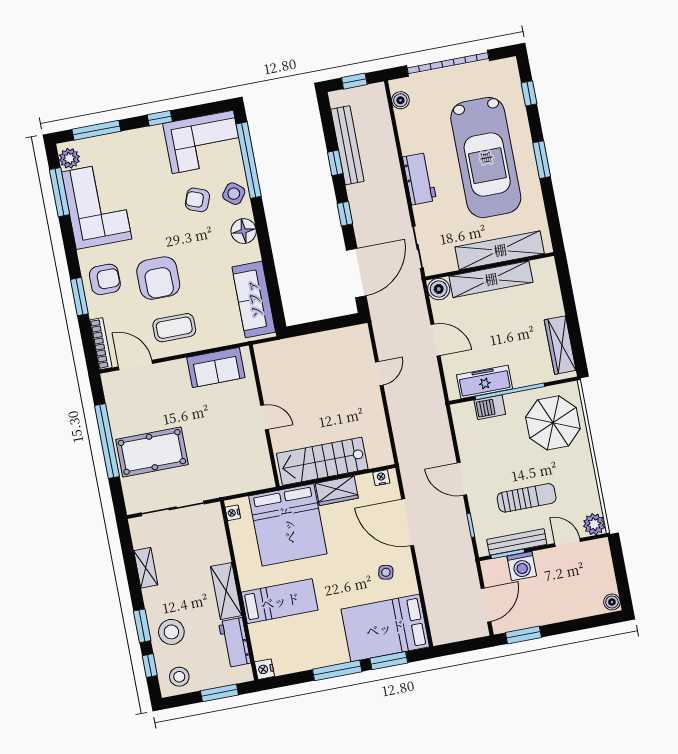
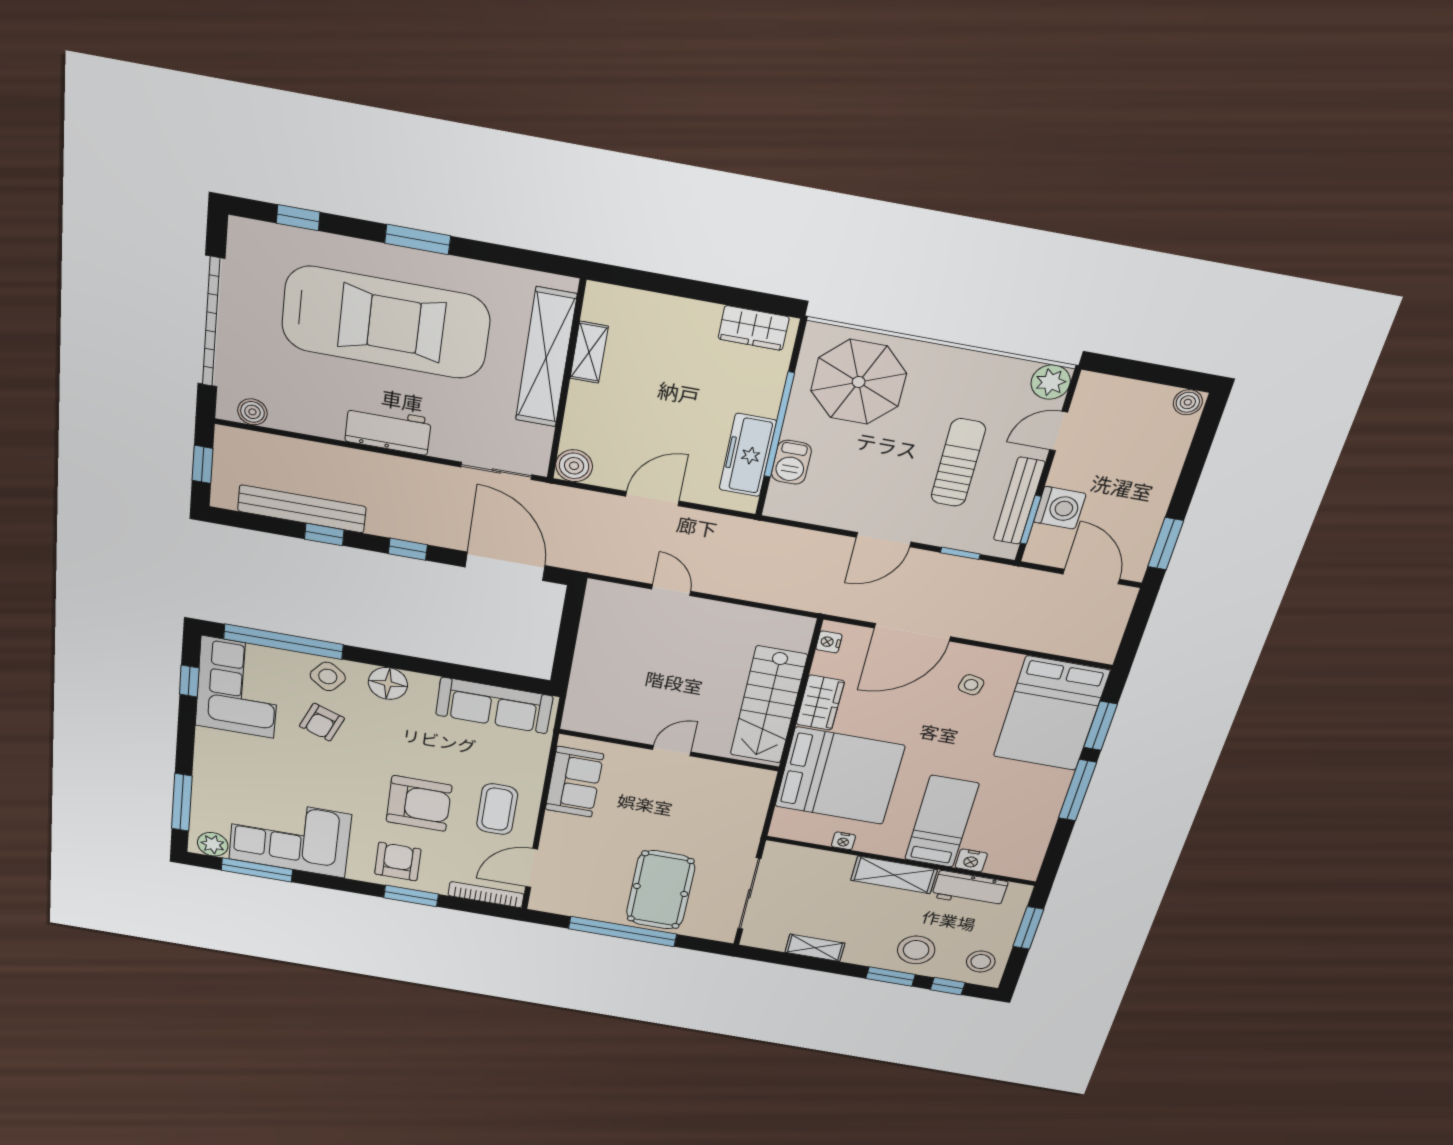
window: (160, 118) -> (189, 681), moved
shelving: (491, 279) -> (589, 352), width x0.45, depth x0.75
wardrobe: (560, 345) -> (754, 328), width x0.67
nightstand: (233, 513) -> (843, 841), moved
nightstand: (264, 669) -> (971, 860), moved

